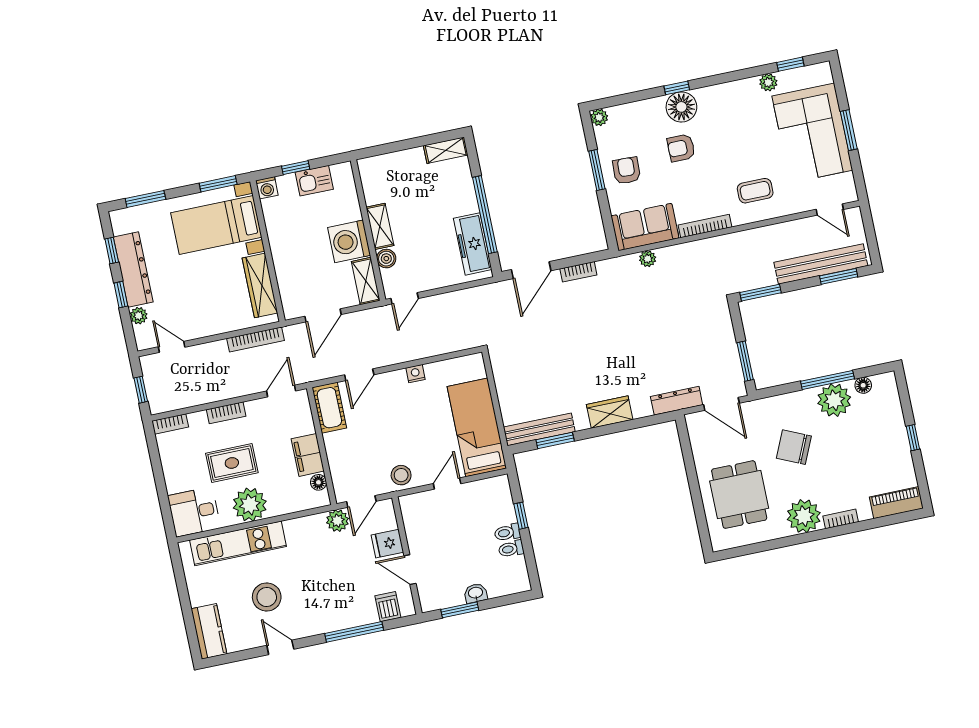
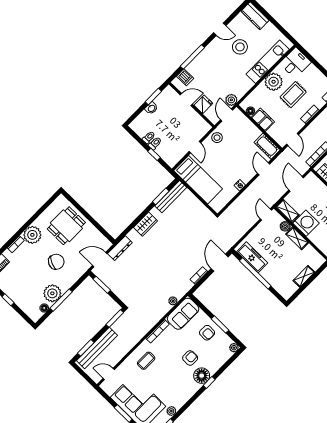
shelving: (446, 150) -> (304, 276), moved
dining table: (739, 495) -> (66, 226), turned 90

